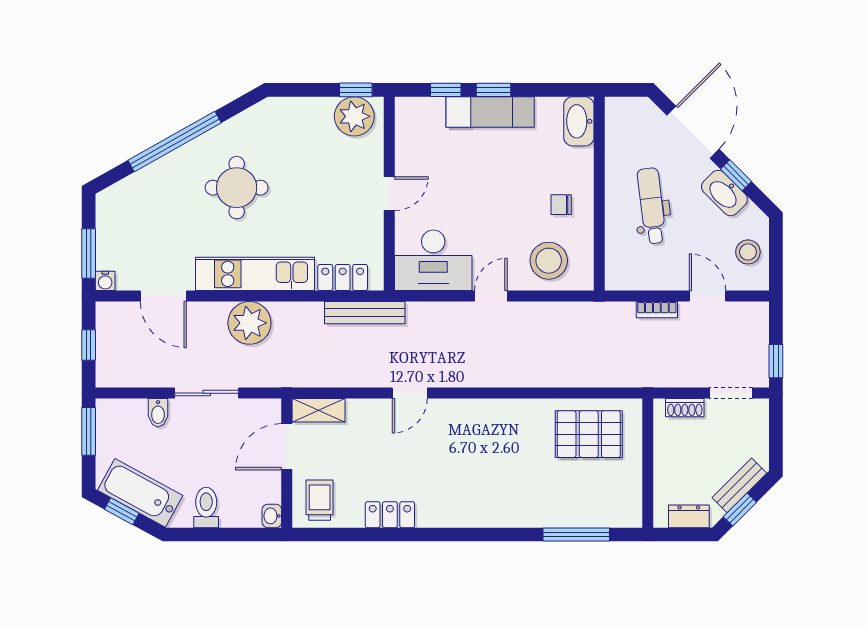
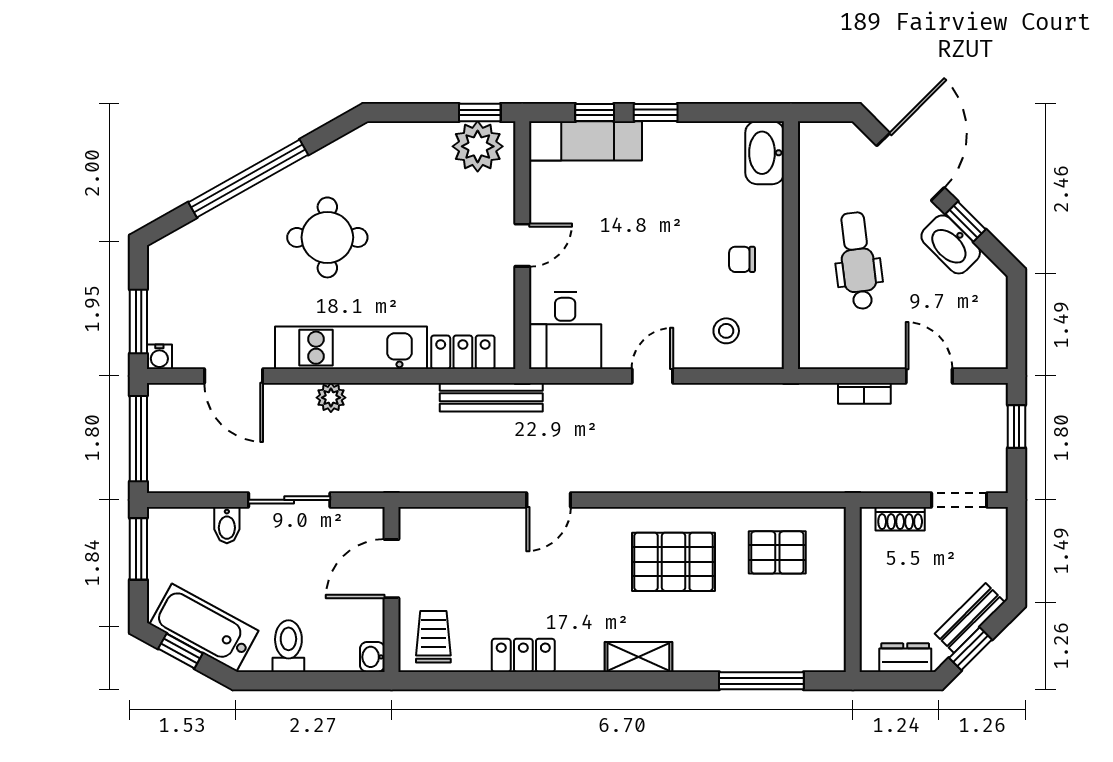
exam couch: (490, 112) -> (586, 141), moved
stool: (748, 252) -> (981, 320), removed
desk: (433, 260) -> (565, 330), width x0.73
stool: (549, 261) -> (726, 331), width x0.53, depth x0.53
plant: (249, 323) -> (331, 398), width x0.53, depth x0.53
window: (89, 345) -> (138, 439), width x2.17
window: (776, 361) -> (1016, 426), moved
shelving: (319, 410) -> (638, 657), moved
pallet: (589, 434) -> (777, 552), width x0.67, depth x0.71
pallet: (508, 441) -> (674, 562), added

